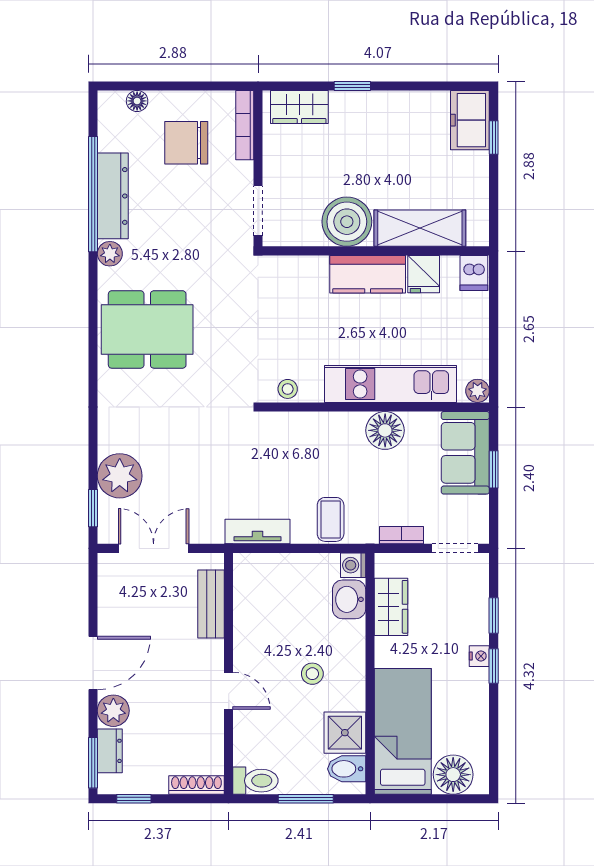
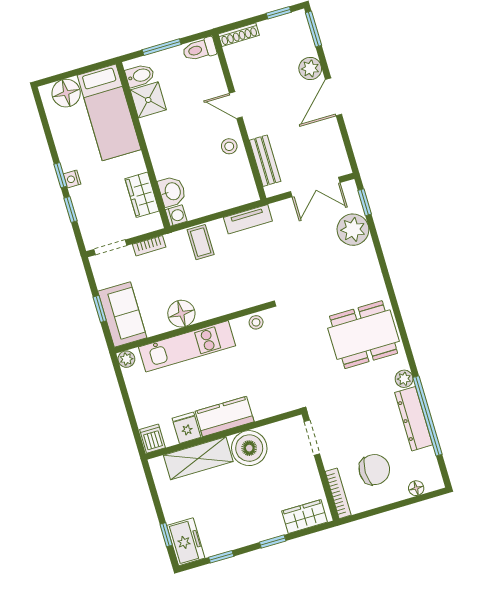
window: (428, 86) -> (221, 557), added
stool: (312, 674) -> (229, 146), moved
dresser: (110, 751) -> (305, 40), removed

